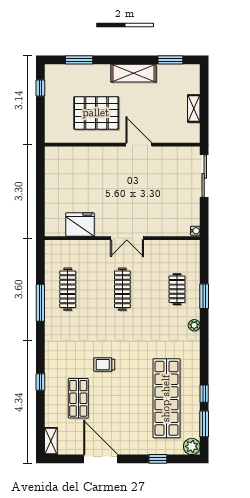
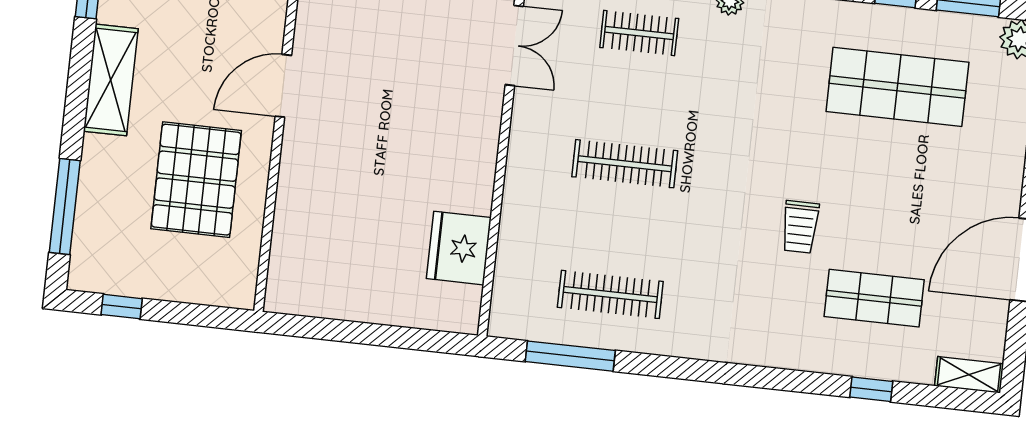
window: (79, 60) -> (65, 207), width x1.44
double door: (127, 238) -> (514, 45), moved
window: (40, 303) -> (570, 356), moved
window: (40, 382) -> (871, 389), moved
shop shelf: (166, 398) -> (897, 87), width x0.71

